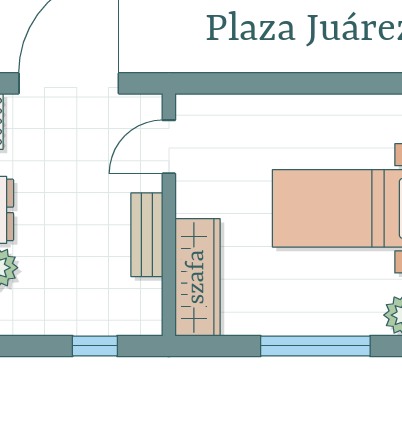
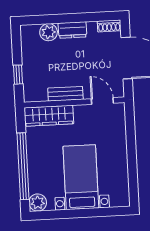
window: (315, 346) -> (23, 166), width x1.46

